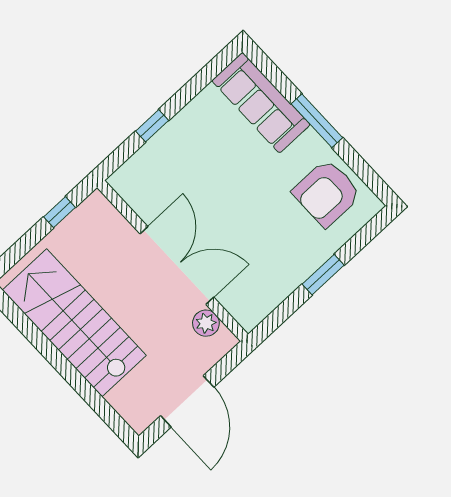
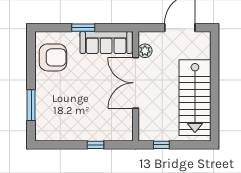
sofa: (261, 103) -> (106, 43), moved, turned 90
window: (317, 121) -> (31, 105), moved

